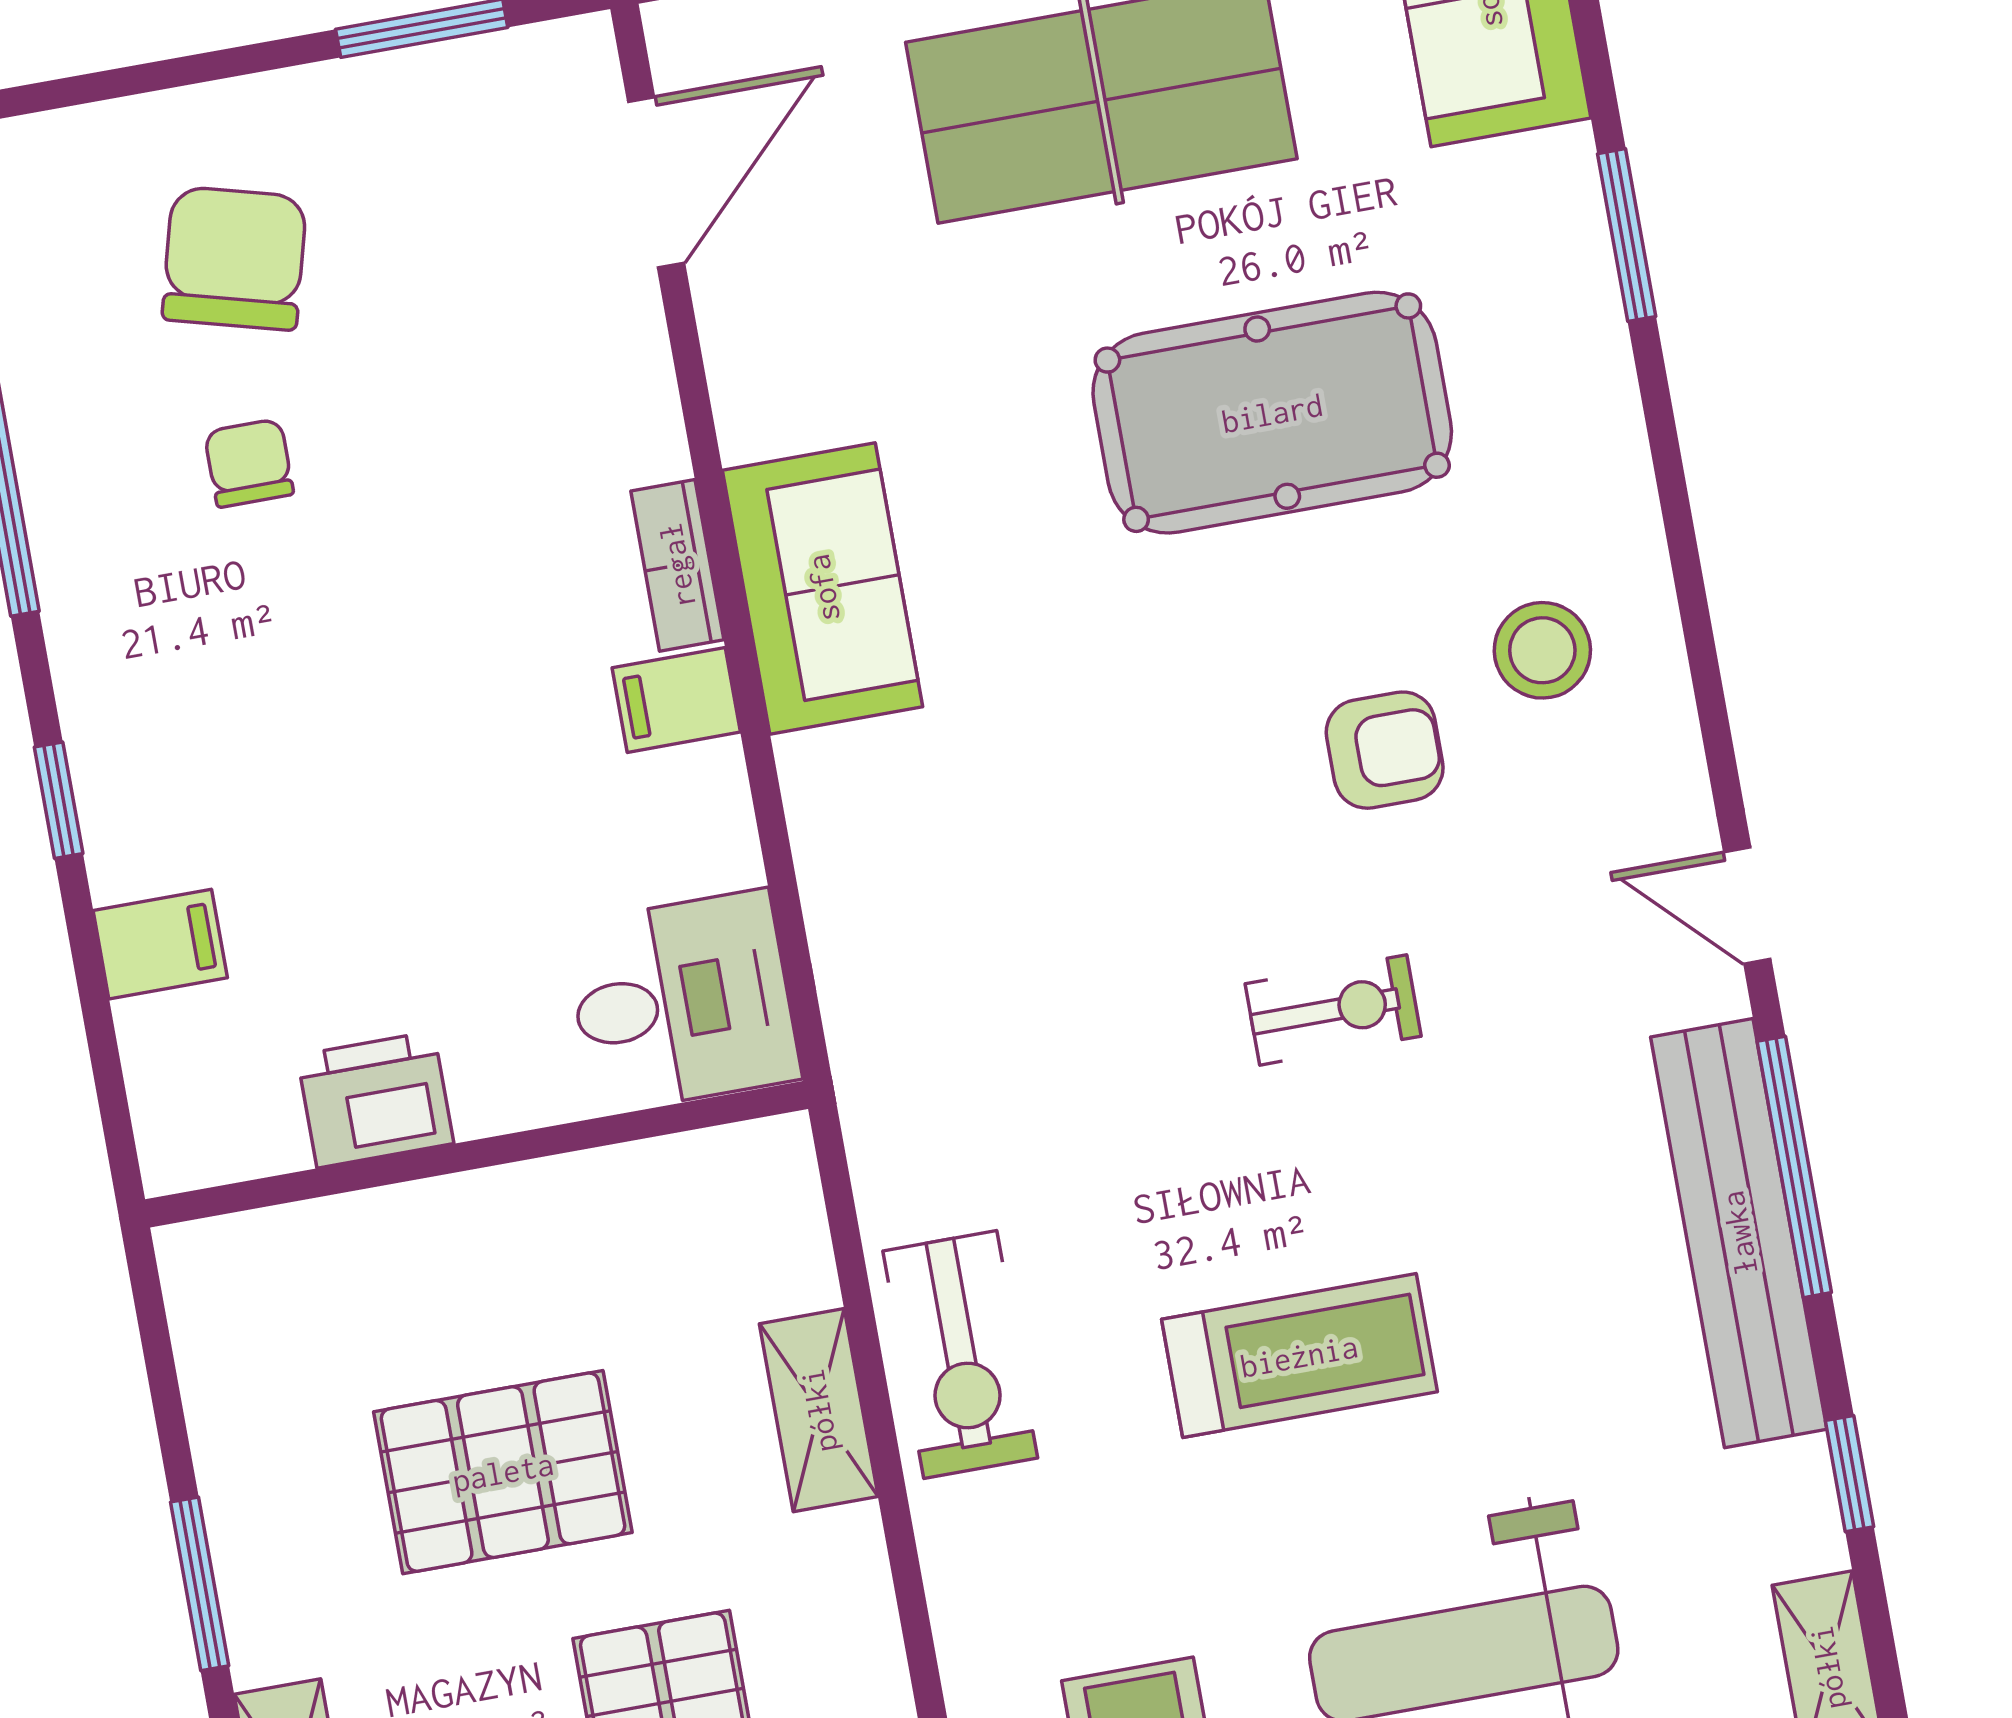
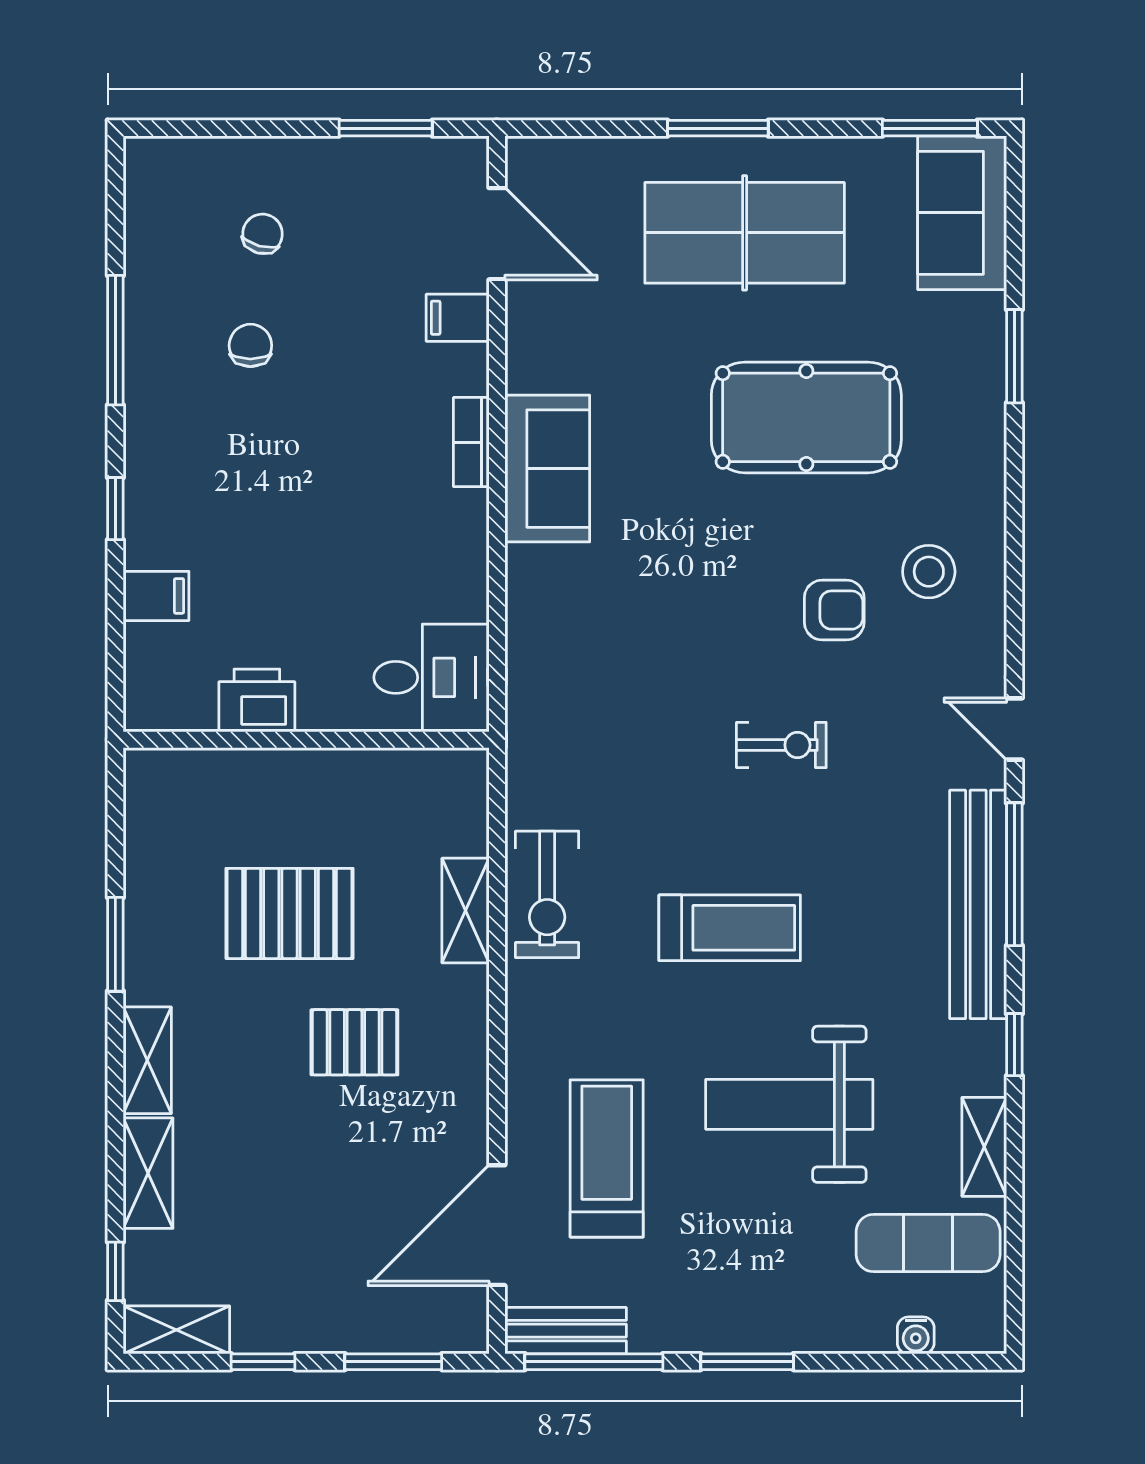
door: (656, 182) -> (497, 234), hinge flipped
chair: (234, 258) -> (263, 234), width x0.54, depth x0.54
filing cabinet: (676, 700) -> (458, 318), moved

